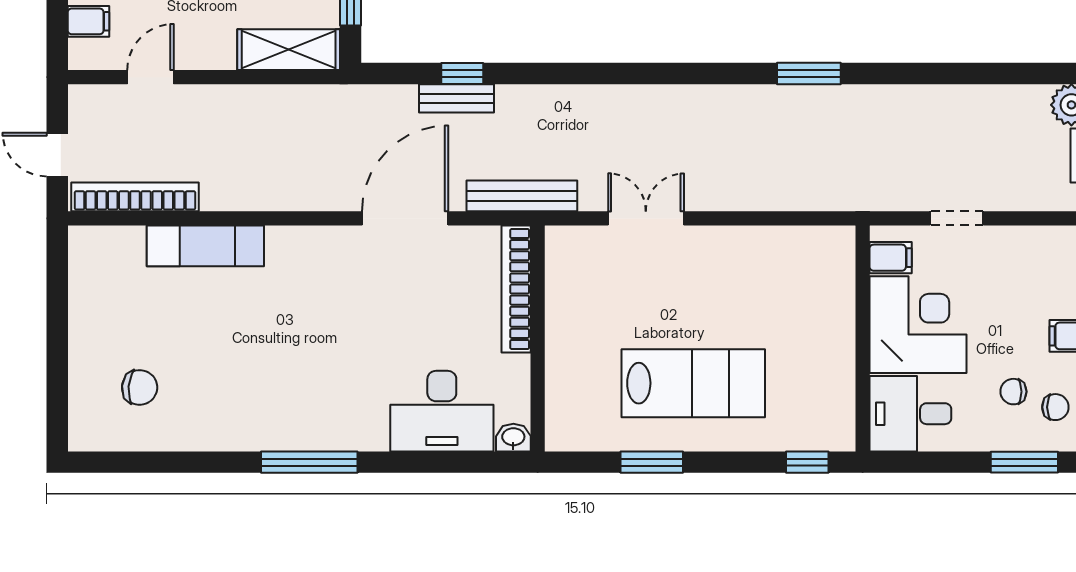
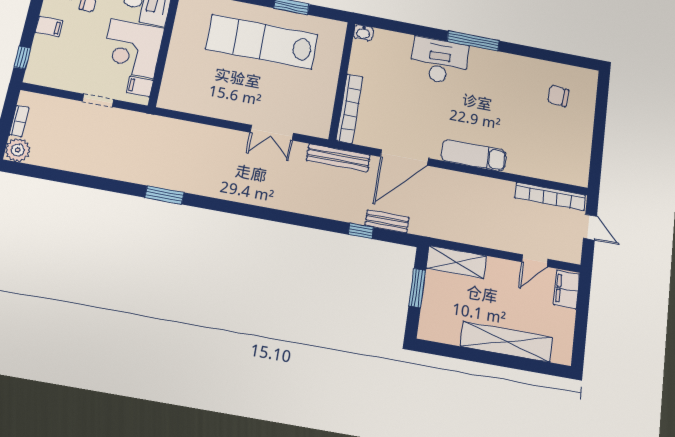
filing cabinet: (89, 21) -> (567, 289), width x2.00
bench: (456, 98) -> (387, 221), moved
exam couch: (205, 246) -> (474, 155), moved
lab bench: (693, 383) -> (262, 42), width x1.36
desk: (442, 411) -> (439, 61), moved

